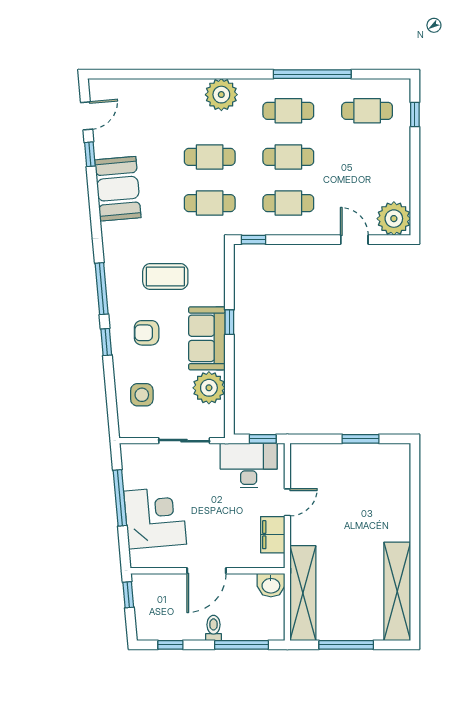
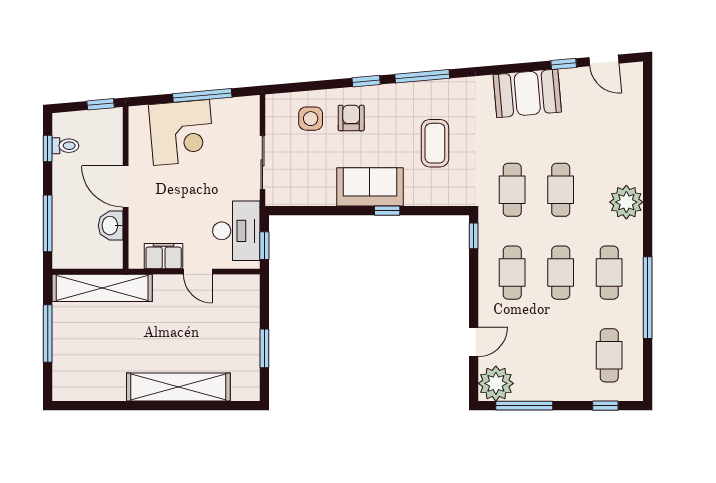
window: (415, 192) -> (524, 406), added
armchair: (147, 333) -> (351, 118), moved
plant: (209, 388) -> (318, 189), removed
washbasin: (271, 585) -> (111, 226), moved
shelving: (397, 591) -> (178, 387), moved
toilet: (214, 628) -> (65, 146), moved

